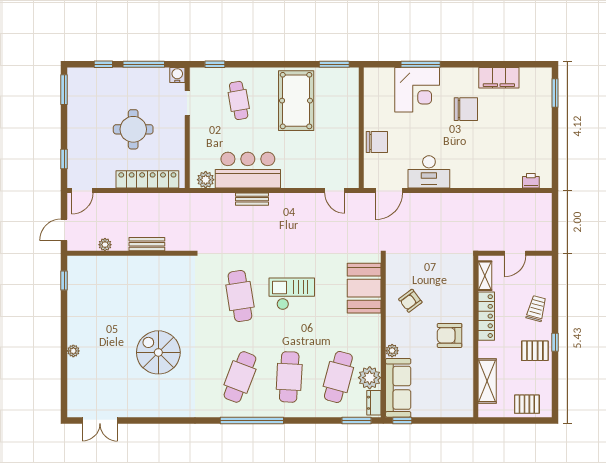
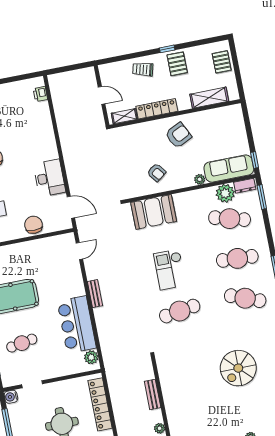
bench: (252, 199) -> (95, 294), moved
armchair: (450, 335) -> (178, 135), turned -116

